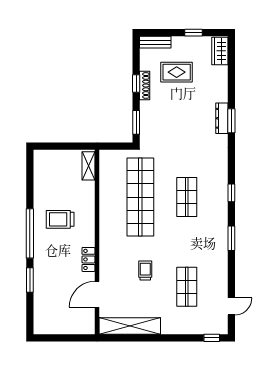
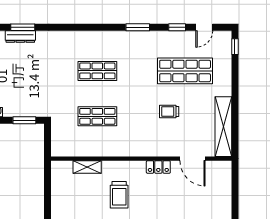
shelving: (89, 166) -> (87, 167), moved
window: (231, 193) -> (177, 27), moved
shop shelf: (140, 197) -> (97, 116), width x0.50, depth x0.74
shop shelf: (187, 287) -> (185, 71), width x1.43, depth x1.36
door: (231, 306) -> (204, 27), swing flipped

